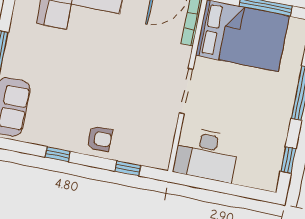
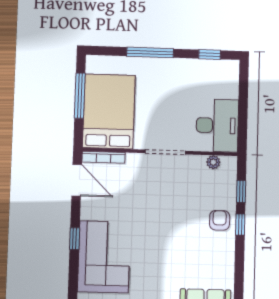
plant: (166, 143) -> (213, 162), added
window: (58, 154) -> (240, 224), moved

